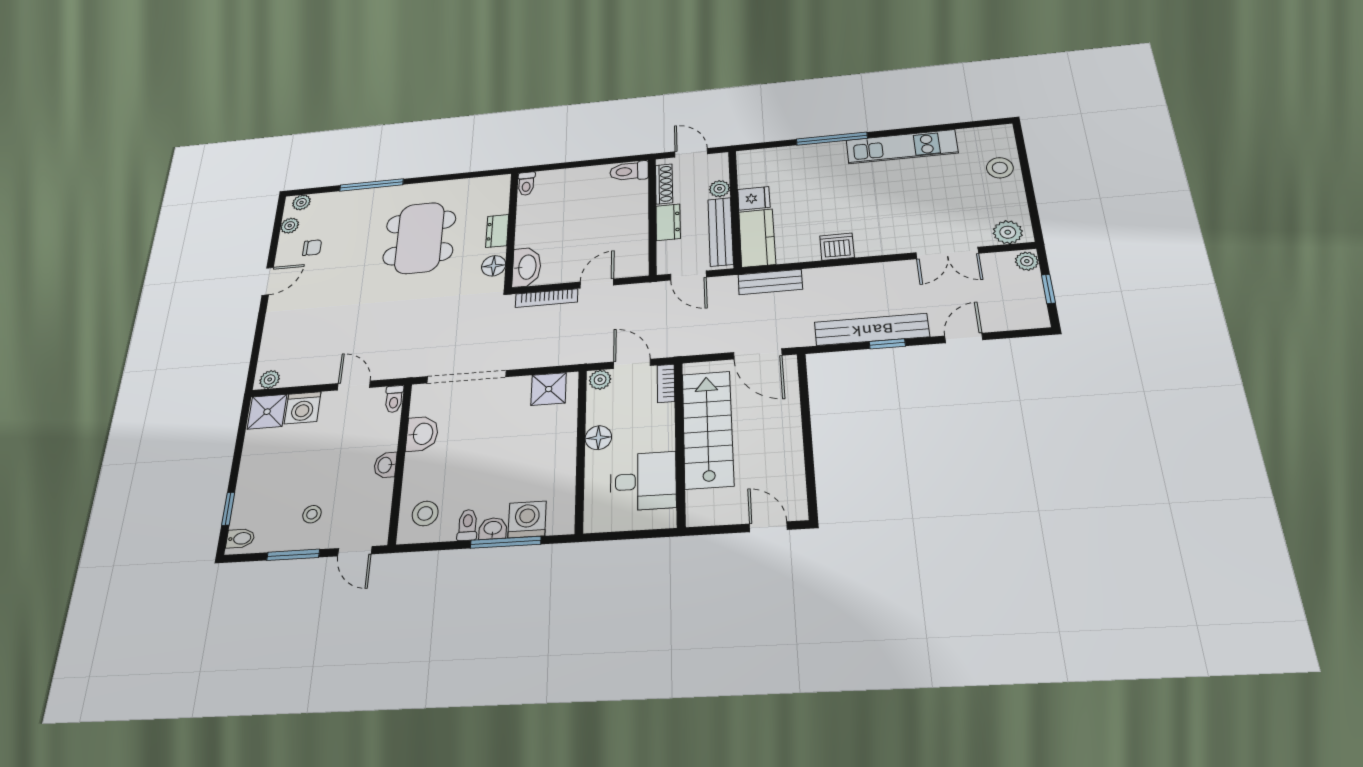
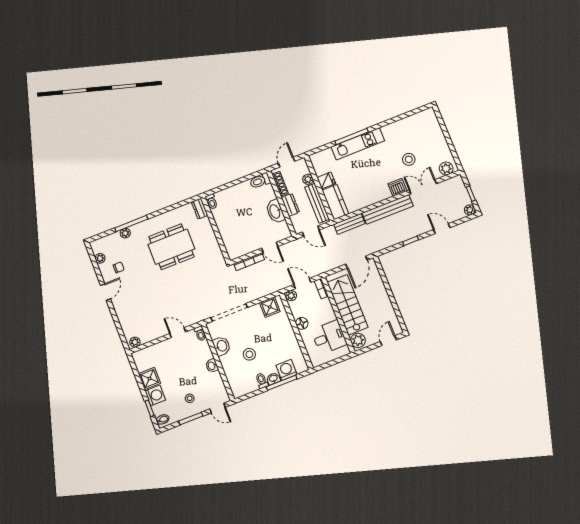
kitchen unit: (902, 147) -> (358, 144), moved
door: (691, 153) -> (287, 162), hinge flipped
stool: (1000, 168) -> (409, 159), moved
plant: (301, 202) -> (125, 233), moved
dresser: (497, 231) -> (200, 209), moved
dining table: (419, 238) -> (171, 247), turned 90
dishwasher: (837, 247) -> (397, 187), moved
double door: (947, 253) -> (423, 187), swing flipped
plant: (1027, 261) -> (470, 210), moved
floor lamp: (494, 266) -> (216, 252), removed
washbasin: (527, 267) -> (275, 211), moved, turned 180
door: (597, 284) -> (270, 247), swing flipped
bench: (872, 329) -> (388, 209), moved
door: (964, 338) -> (442, 229), hinge flipped
door: (758, 354) -> (356, 262), hinge flipped
washing machine: (303, 408) -> (155, 395), moved, turned -90
shower: (267, 412) -> (149, 378), moved
plant: (702, 506) -> (358, 340), added
stool: (425, 513) -> (249, 354), moved
door: (768, 527) -> (388, 341), hinge flipped

